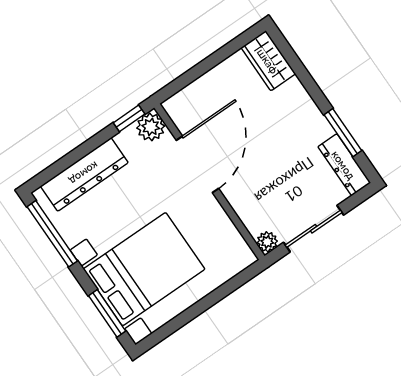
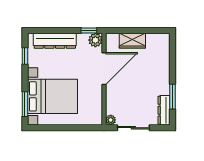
wardrobe: (268, 61) -> (132, 41), moved, turned -90
window: (52, 234) -> (25, 56), width x0.46

